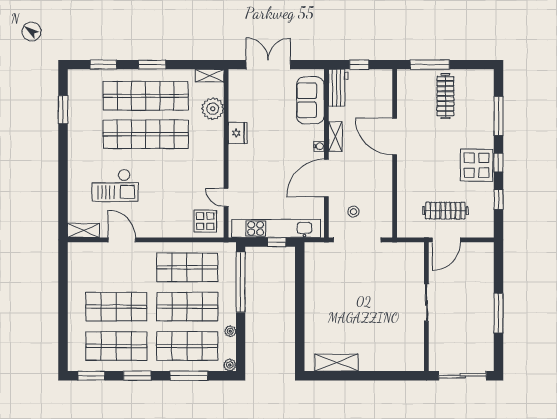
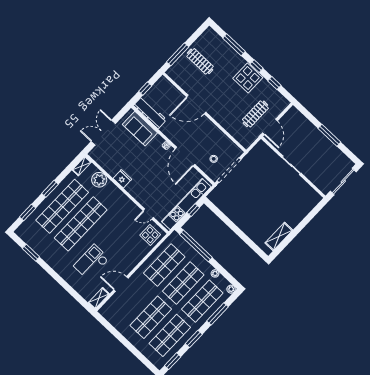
workbench: (338, 88) -> (150, 113), width x1.38
shelving: (335, 137) -> (169, 133), removed
checkout: (115, 185) -> (91, 262), turned 180

